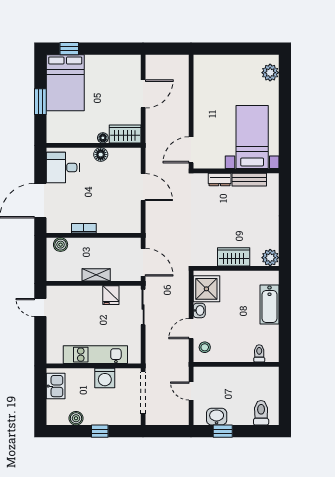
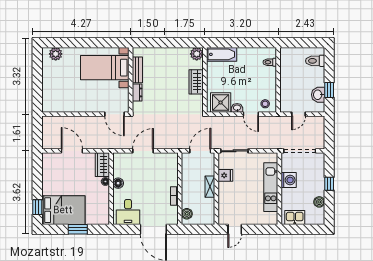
bathtub: (270, 304) -> (222, 54), moved

